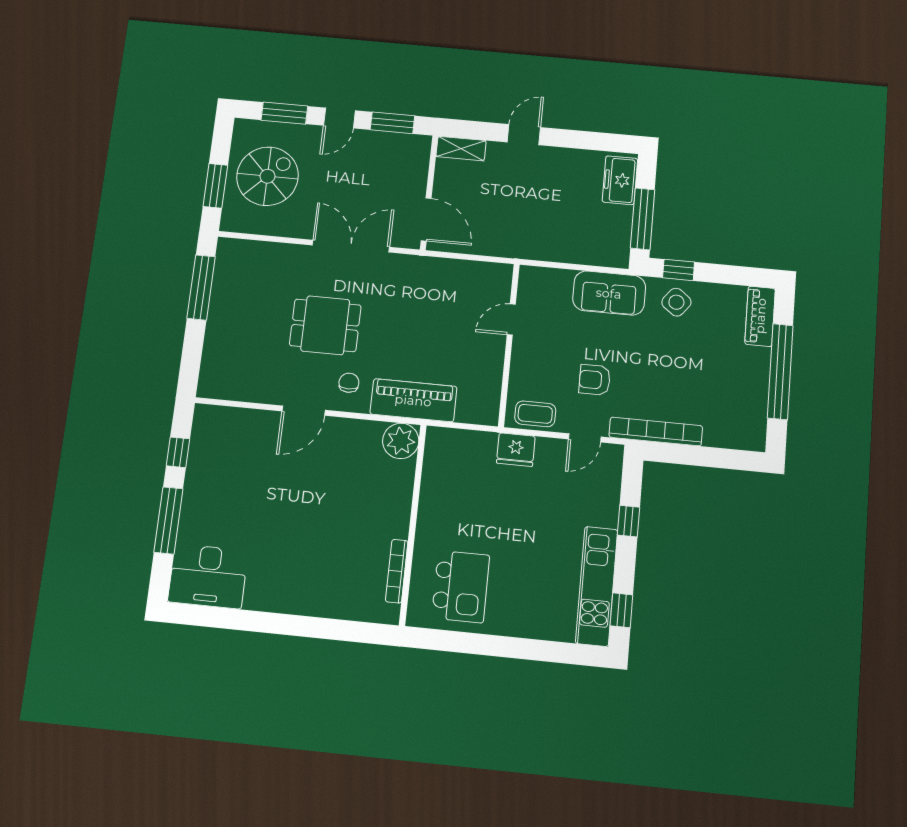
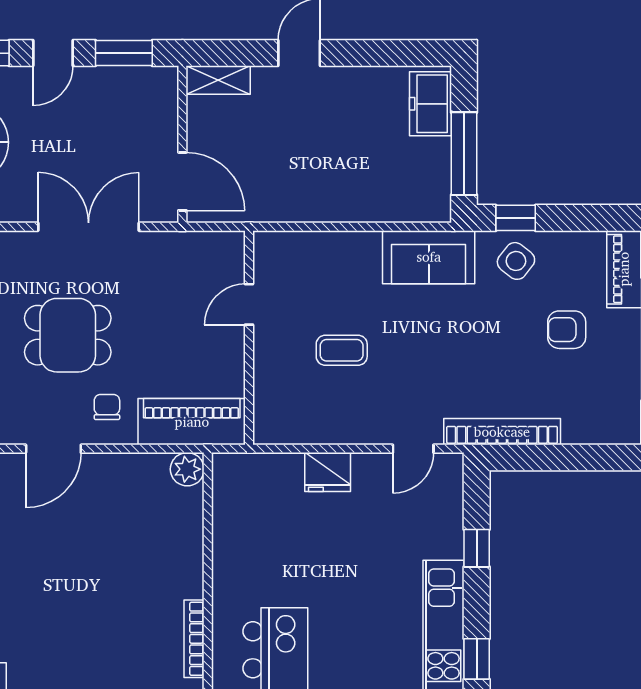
door: (511, 320) -> (249, 304), moved
wall: (509, 345) -> (249, 338), moved
armchair: (595, 380) -> (567, 330), moved
coffee table: (535, 414) -> (342, 350), moved
plant: (401, 441) -> (187, 469), width x0.73, depth x0.73

